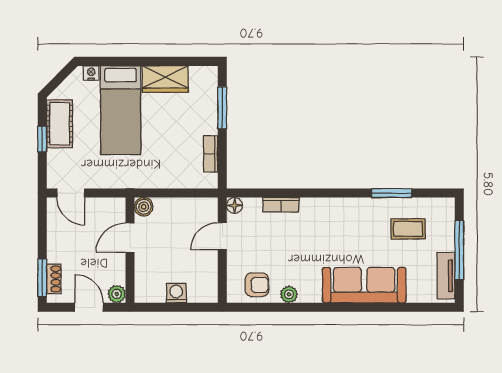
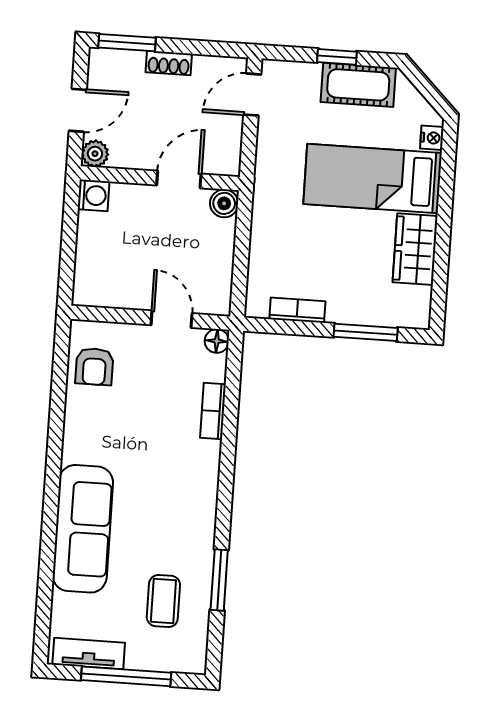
door: (130, 238) -> (179, 180), hinge flipped
shoe rack: (54, 279) -> (169, 63), moved
washing machine: (176, 293) -> (94, 195), moved
plant: (289, 294) -> (77, 414), removed

